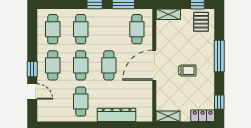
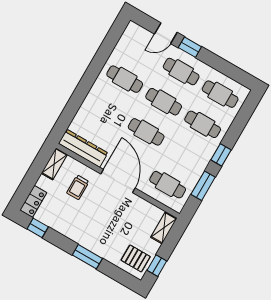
window: (219, 56) -> (87, 257), width x0.69
trolley: (187, 70) -> (78, 187), moved
dresser: (116, 115) -> (83, 148), moved, turned -90

